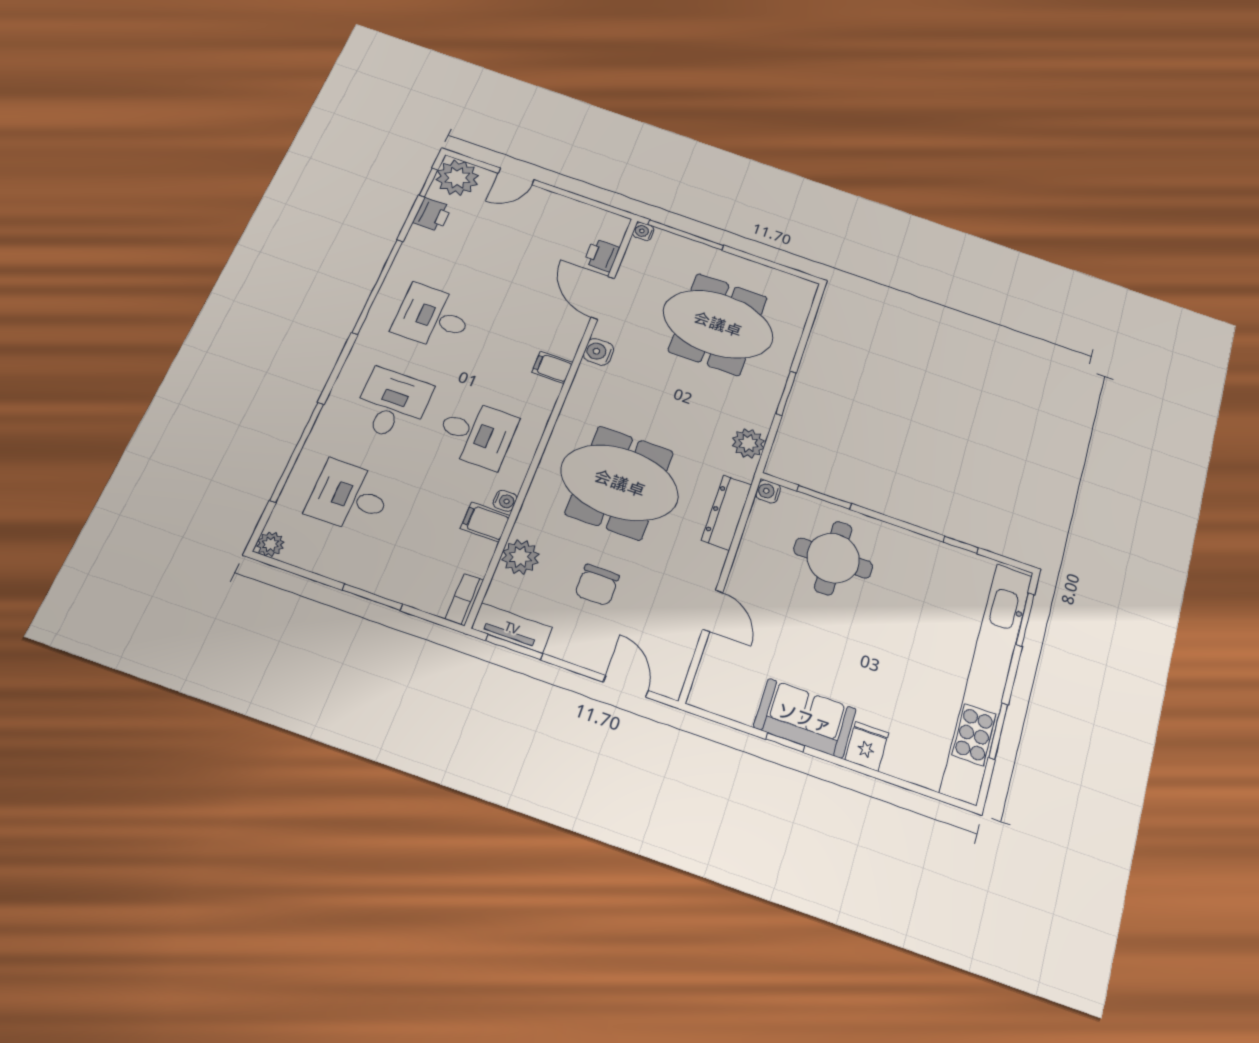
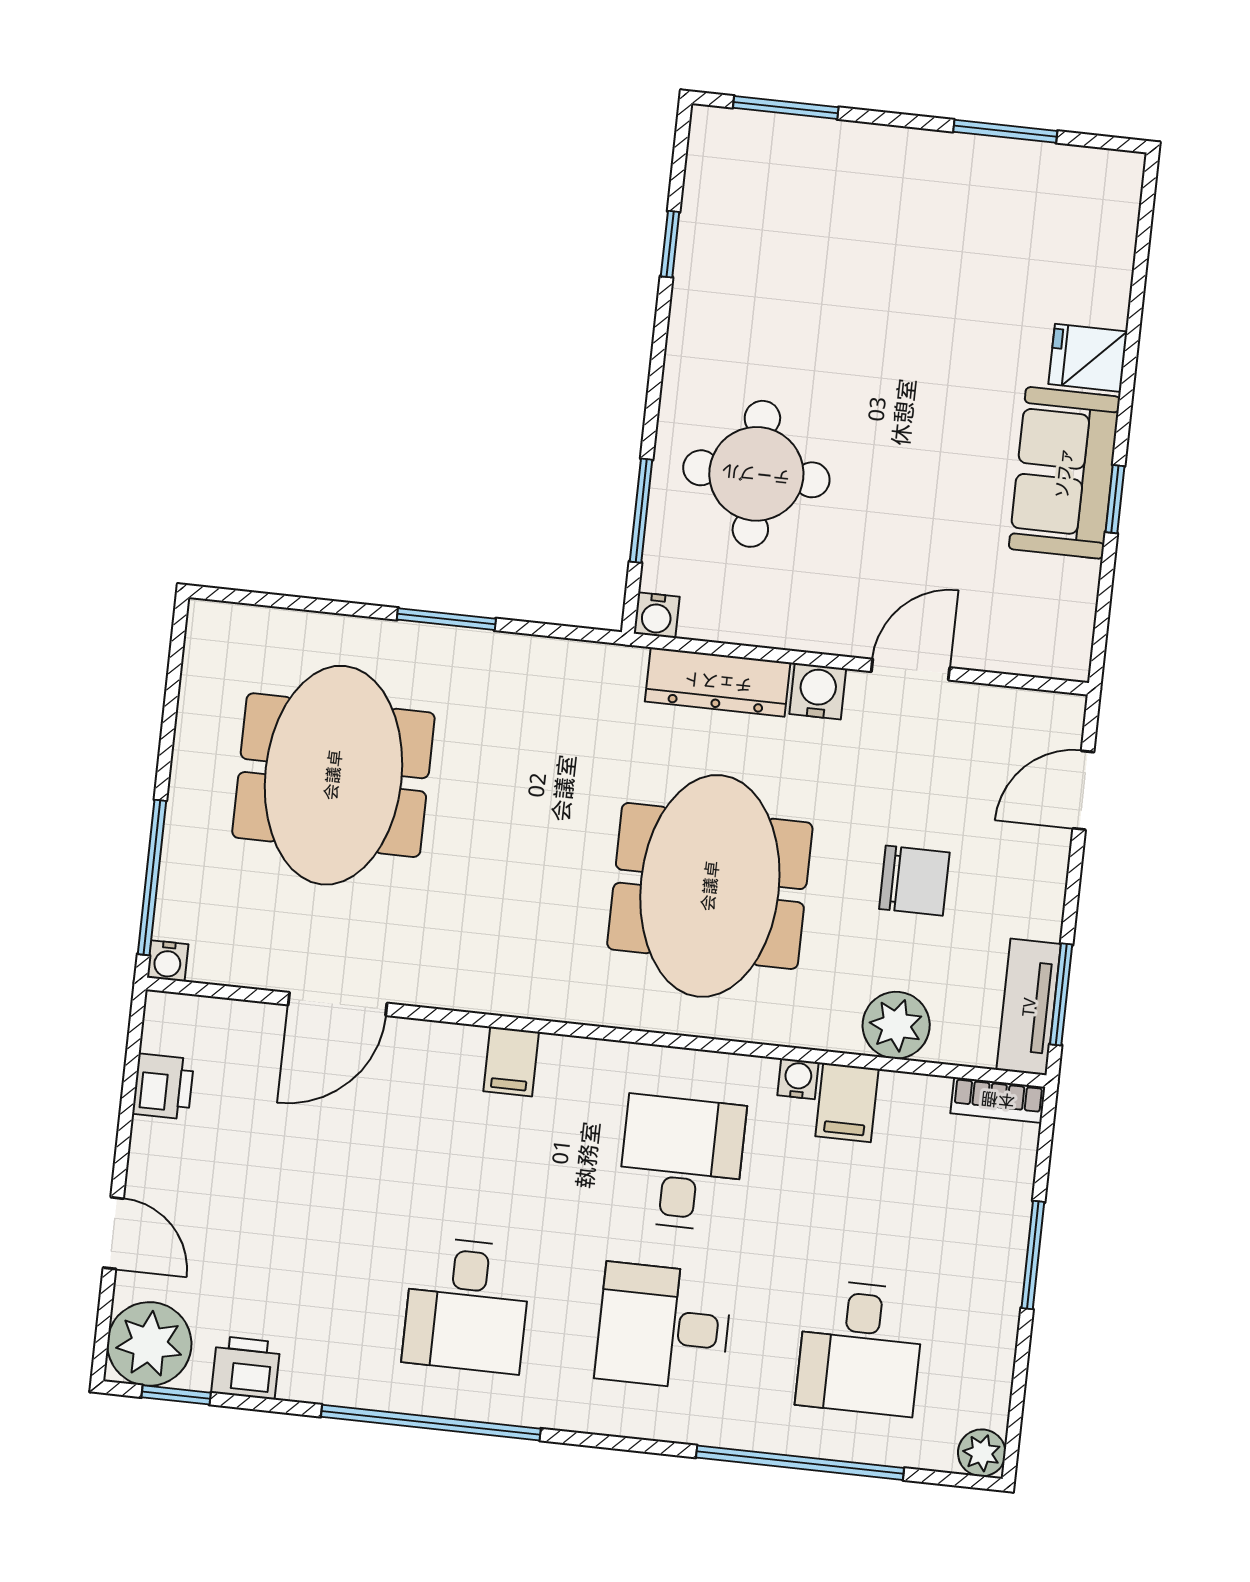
printer: (602, 255) -> (163, 1086), moved, turned -90
water cooler: (598, 352) -> (818, 691), moved, turned 180
plant: (748, 443) -> (569, 670), removed
kitchen unit: (987, 681) -> (919, 162), removed

